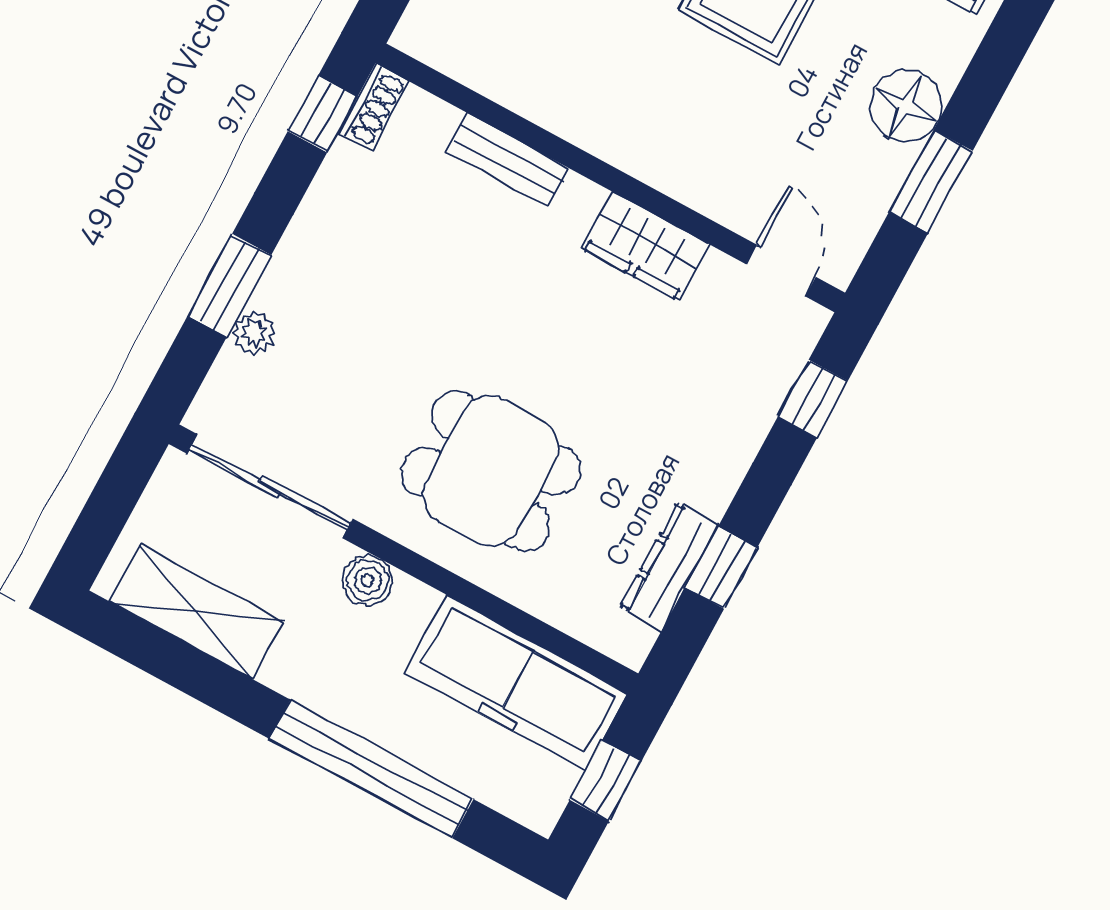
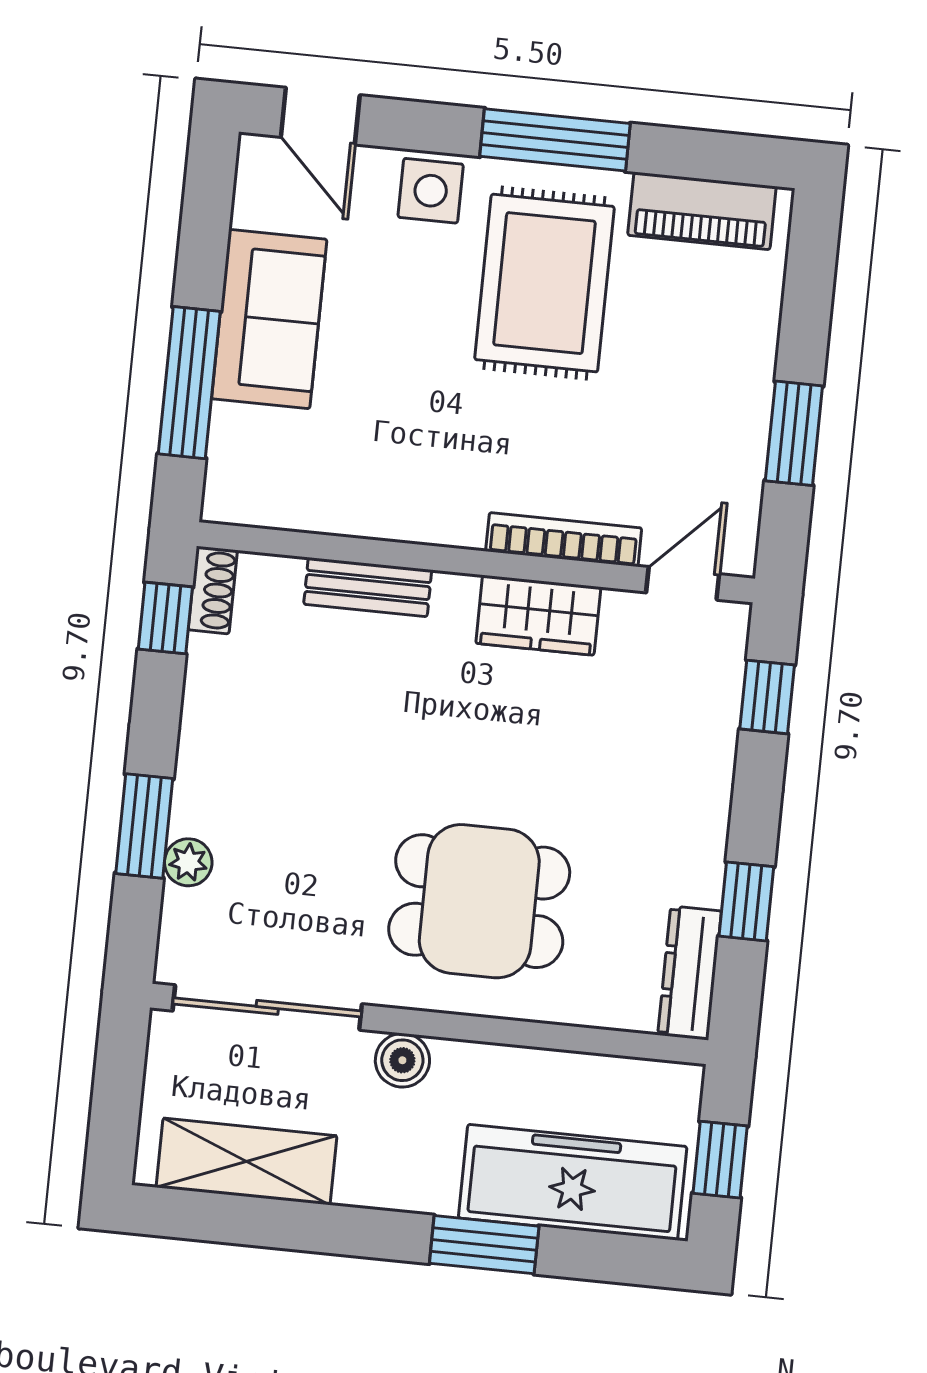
floor lamp: (906, 106) -> (738, 369), removed
bookcase: (694, 190) -> (564, 540), added
door: (781, 271) -> (683, 583), hinge flipped
dresser: (670, 566) -> (690, 973), moved
freezer: (516, 683) -> (573, 1182), moved, turned 180
window: (371, 769) -> (484, 1245), width x0.47

